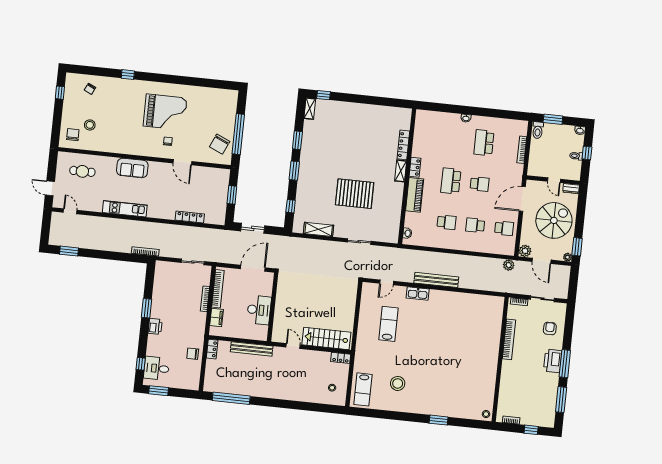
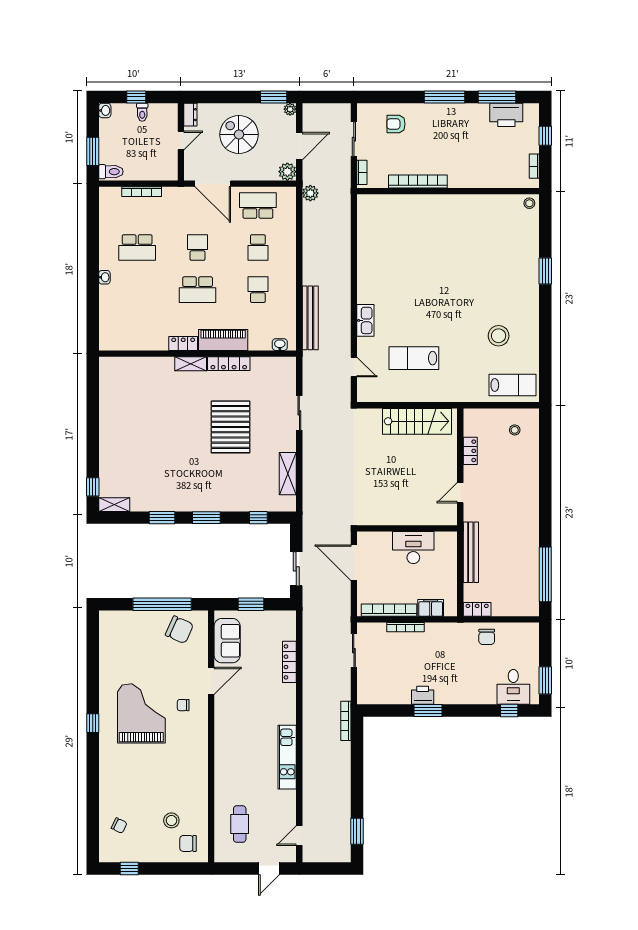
window: (128, 75) -> (93, 723), moved
locker: (403, 145) -> (229, 364), moved
sofa: (132, 168) -> (227, 641), moved
spiral stairs: (554, 220) -> (239, 134), width x0.73, depth x0.73
school desk: (504, 228) -> (258, 205), width x1.85
bench: (436, 280) -> (310, 318), moved
printer: (155, 326) -> (423, 695), moved
stairs: (326, 338) -> (417, 421), moved, turned -90
locker: (341, 358) -> (470, 451), moved
printer: (553, 361) -> (506, 115), moved

